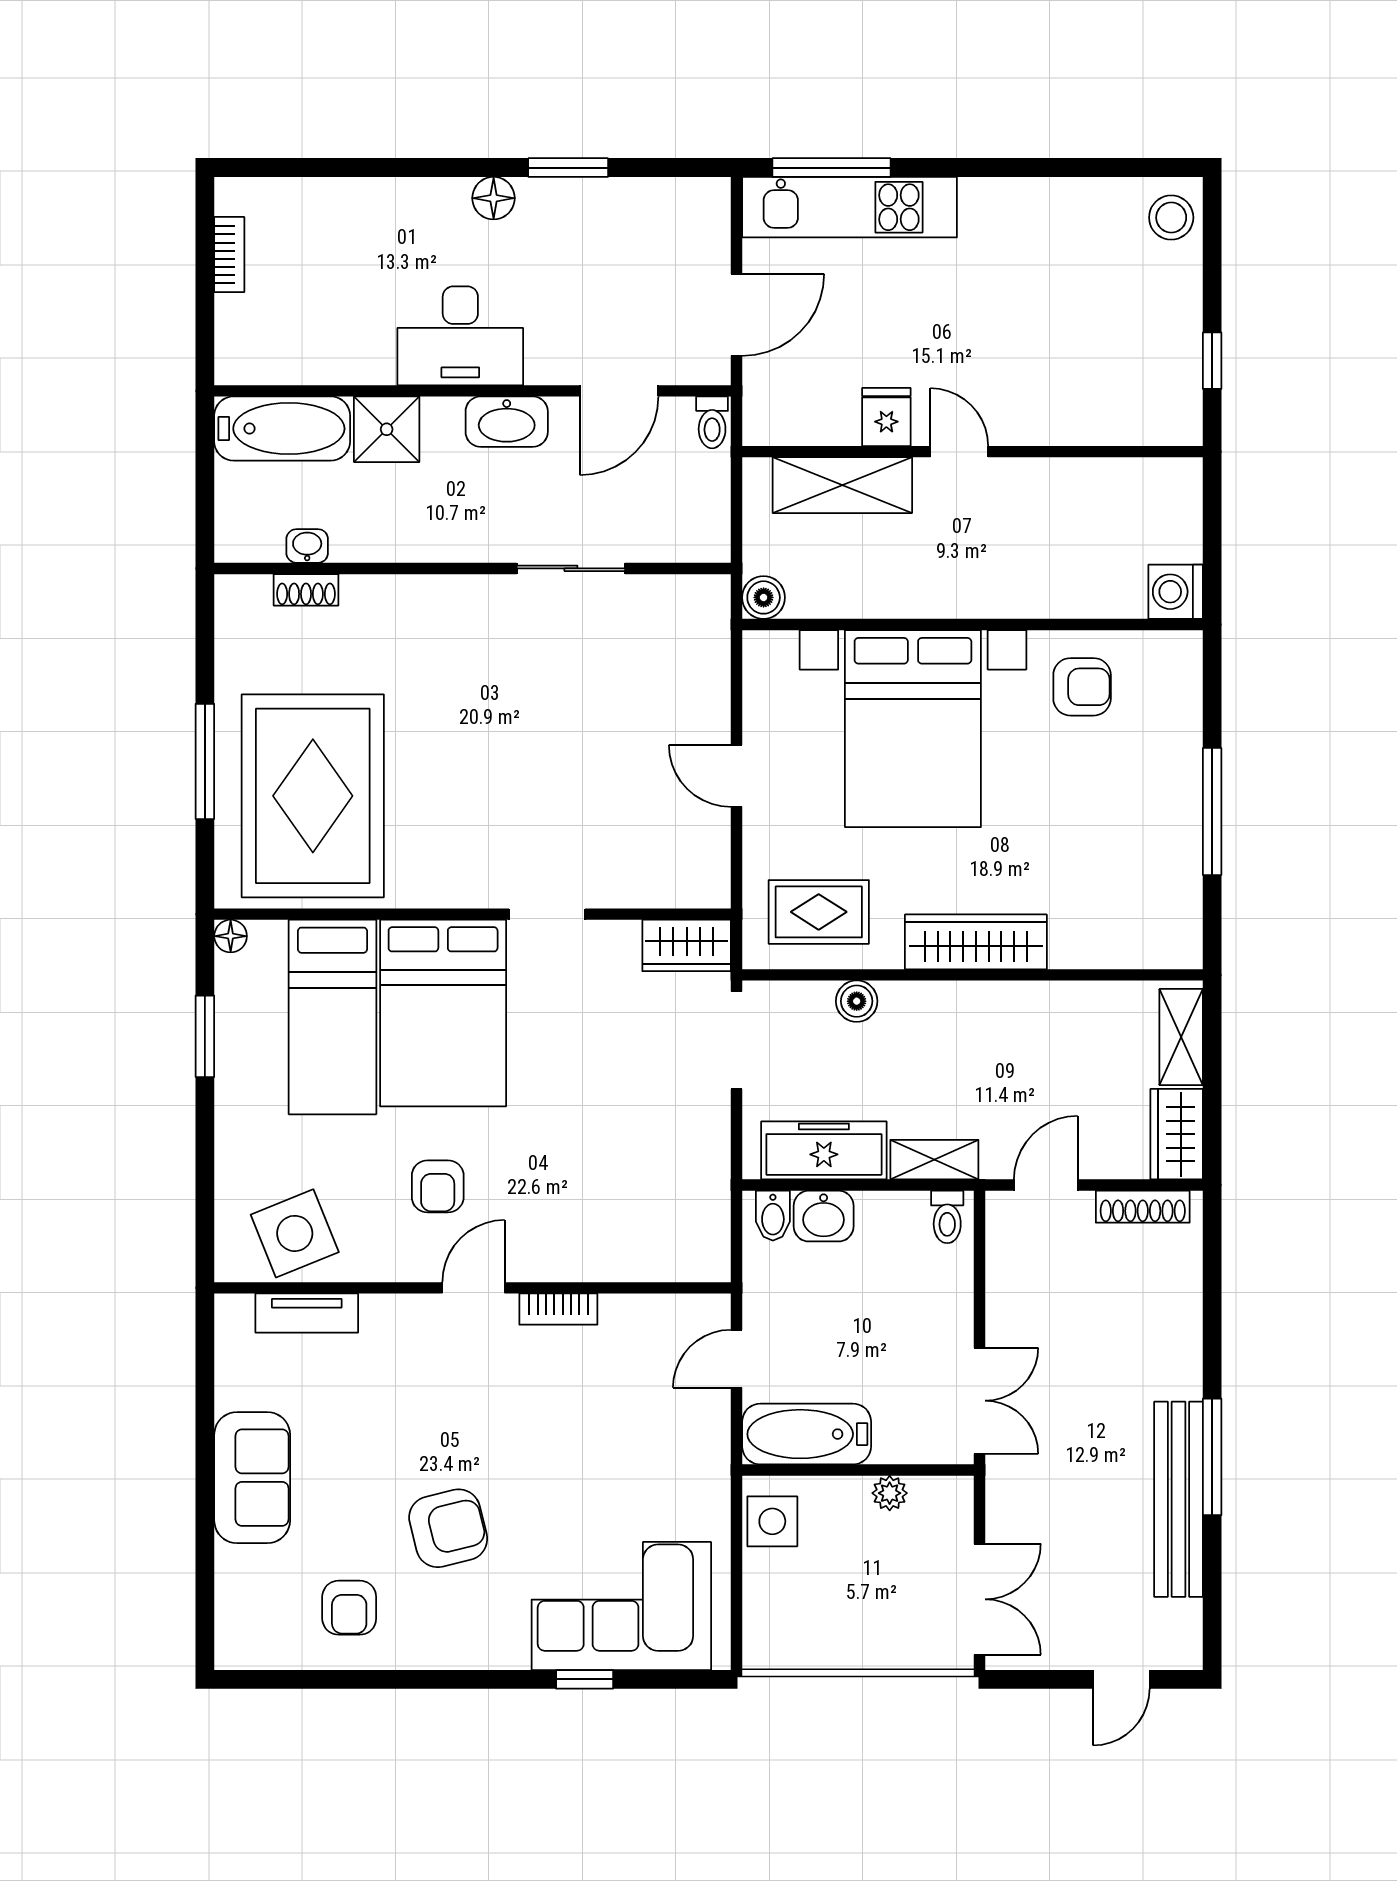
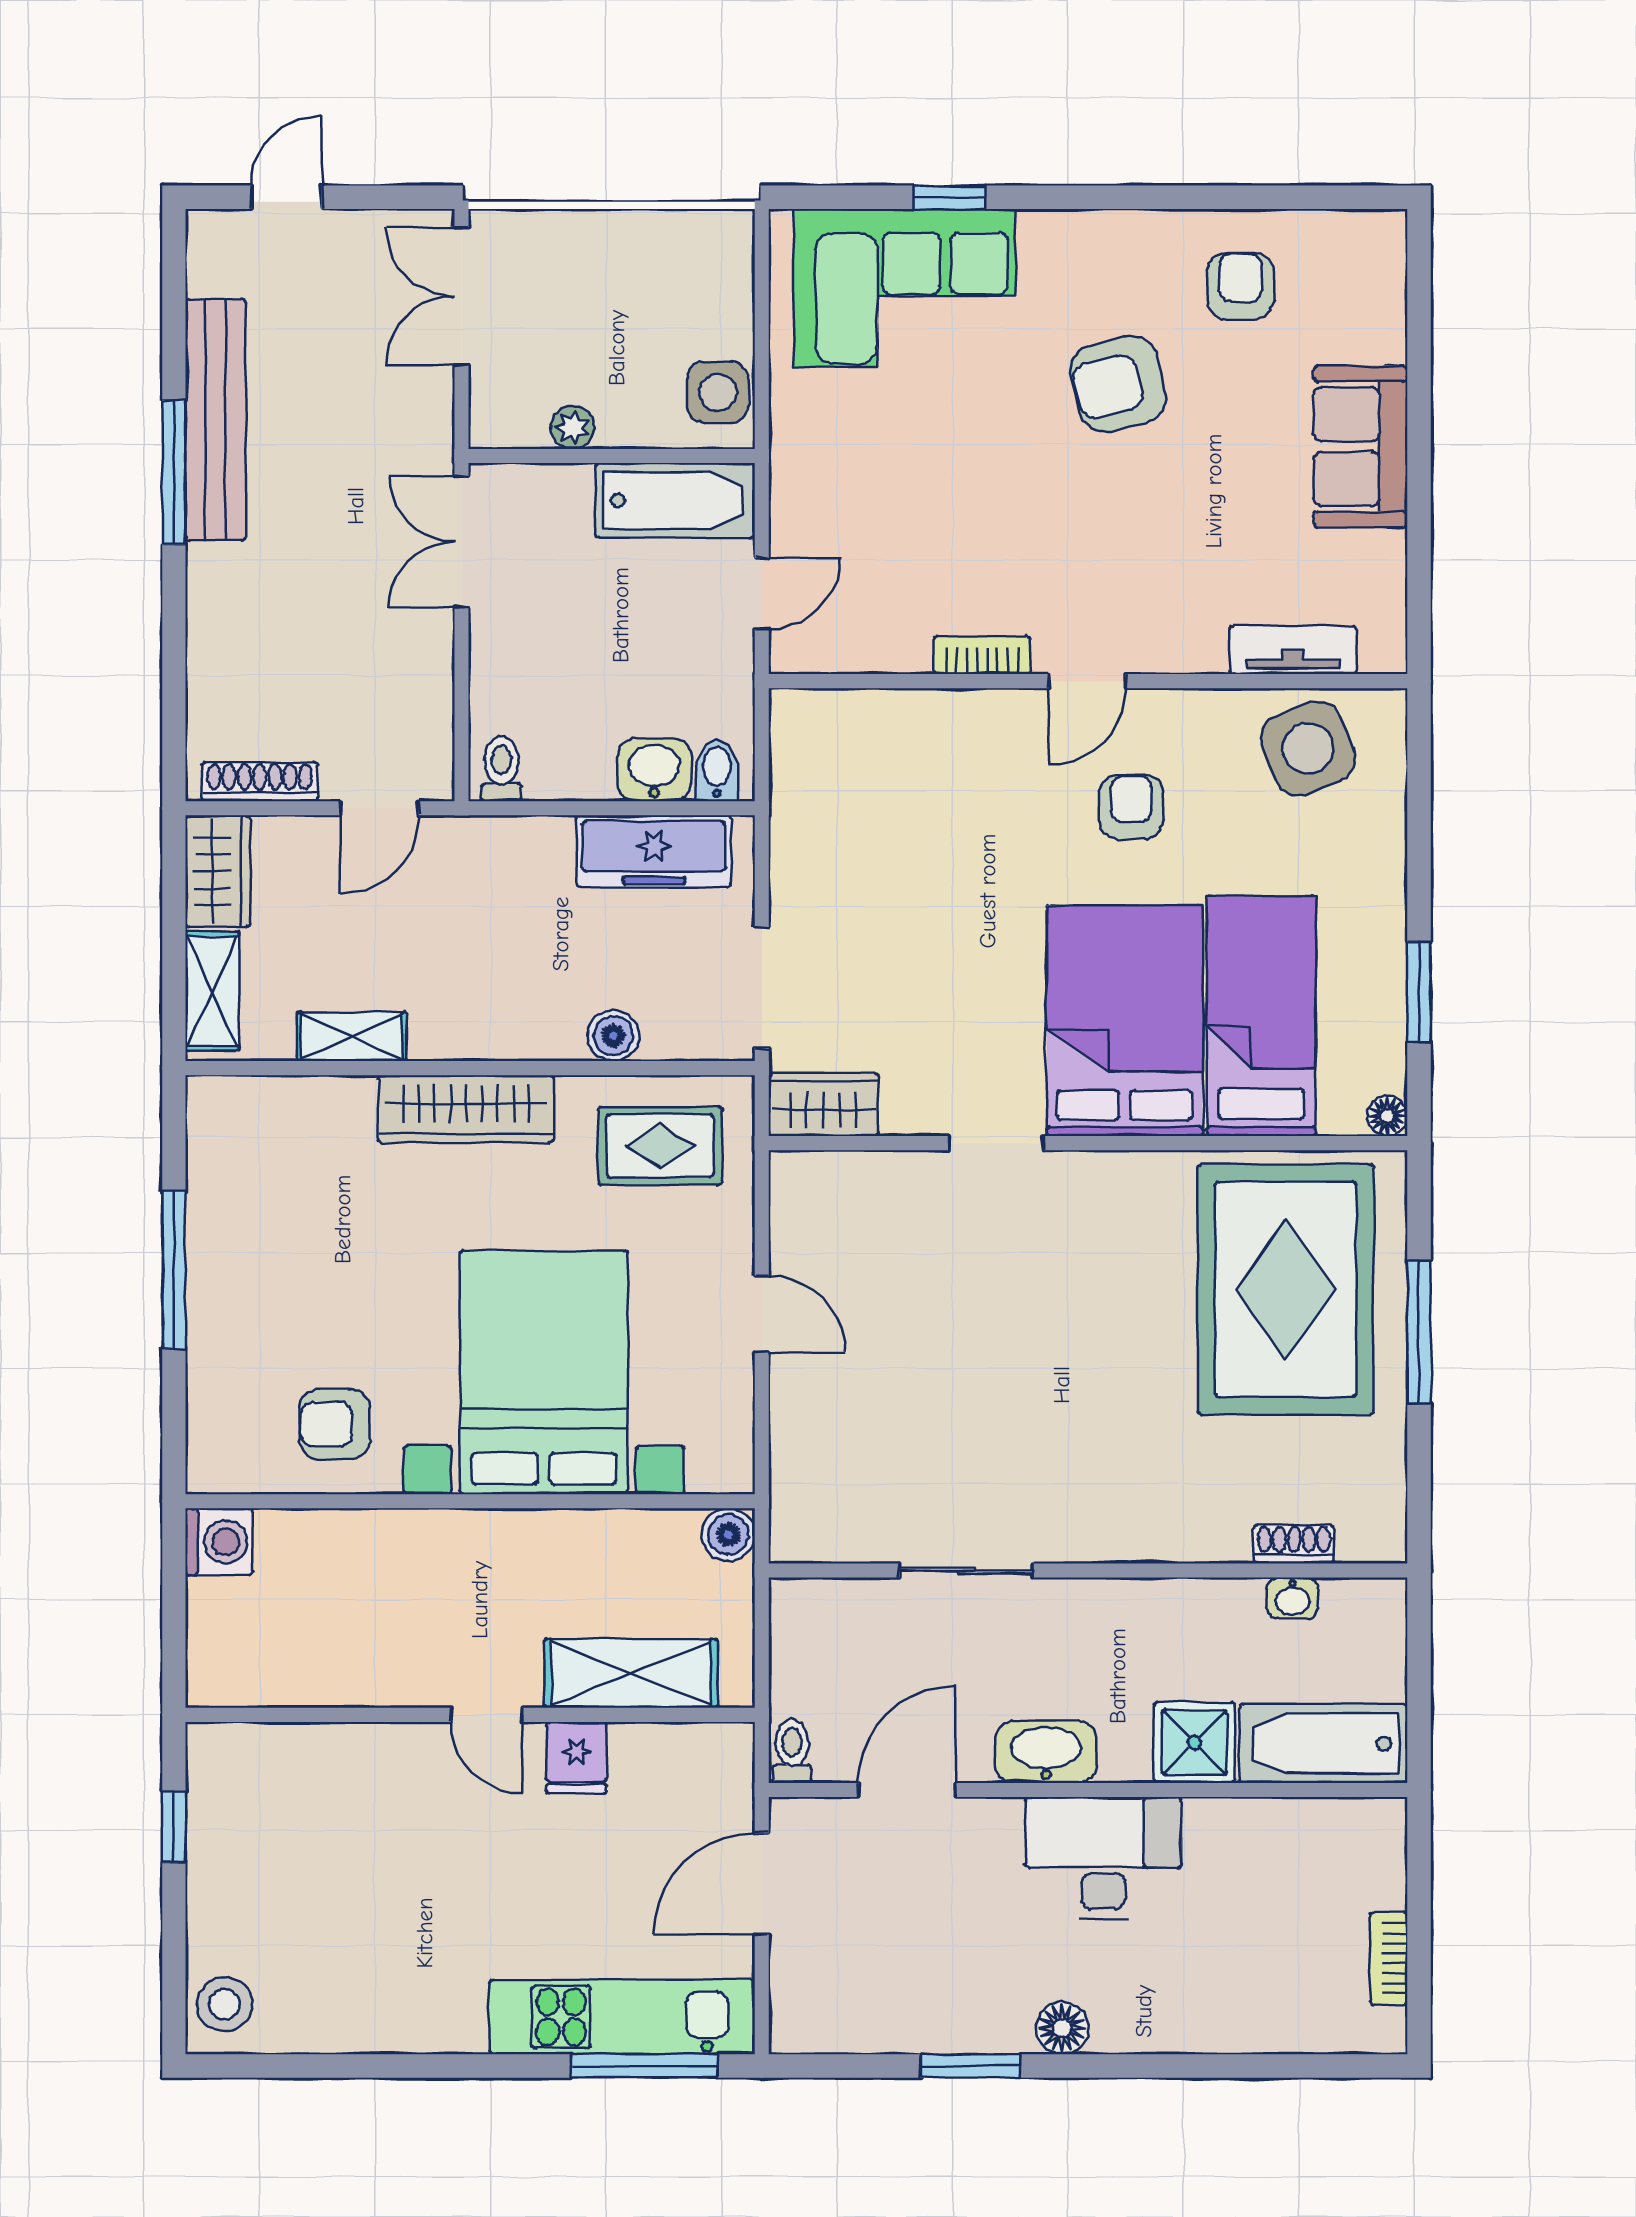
shelving: (934, 1160) -> (352, 1037), moved

